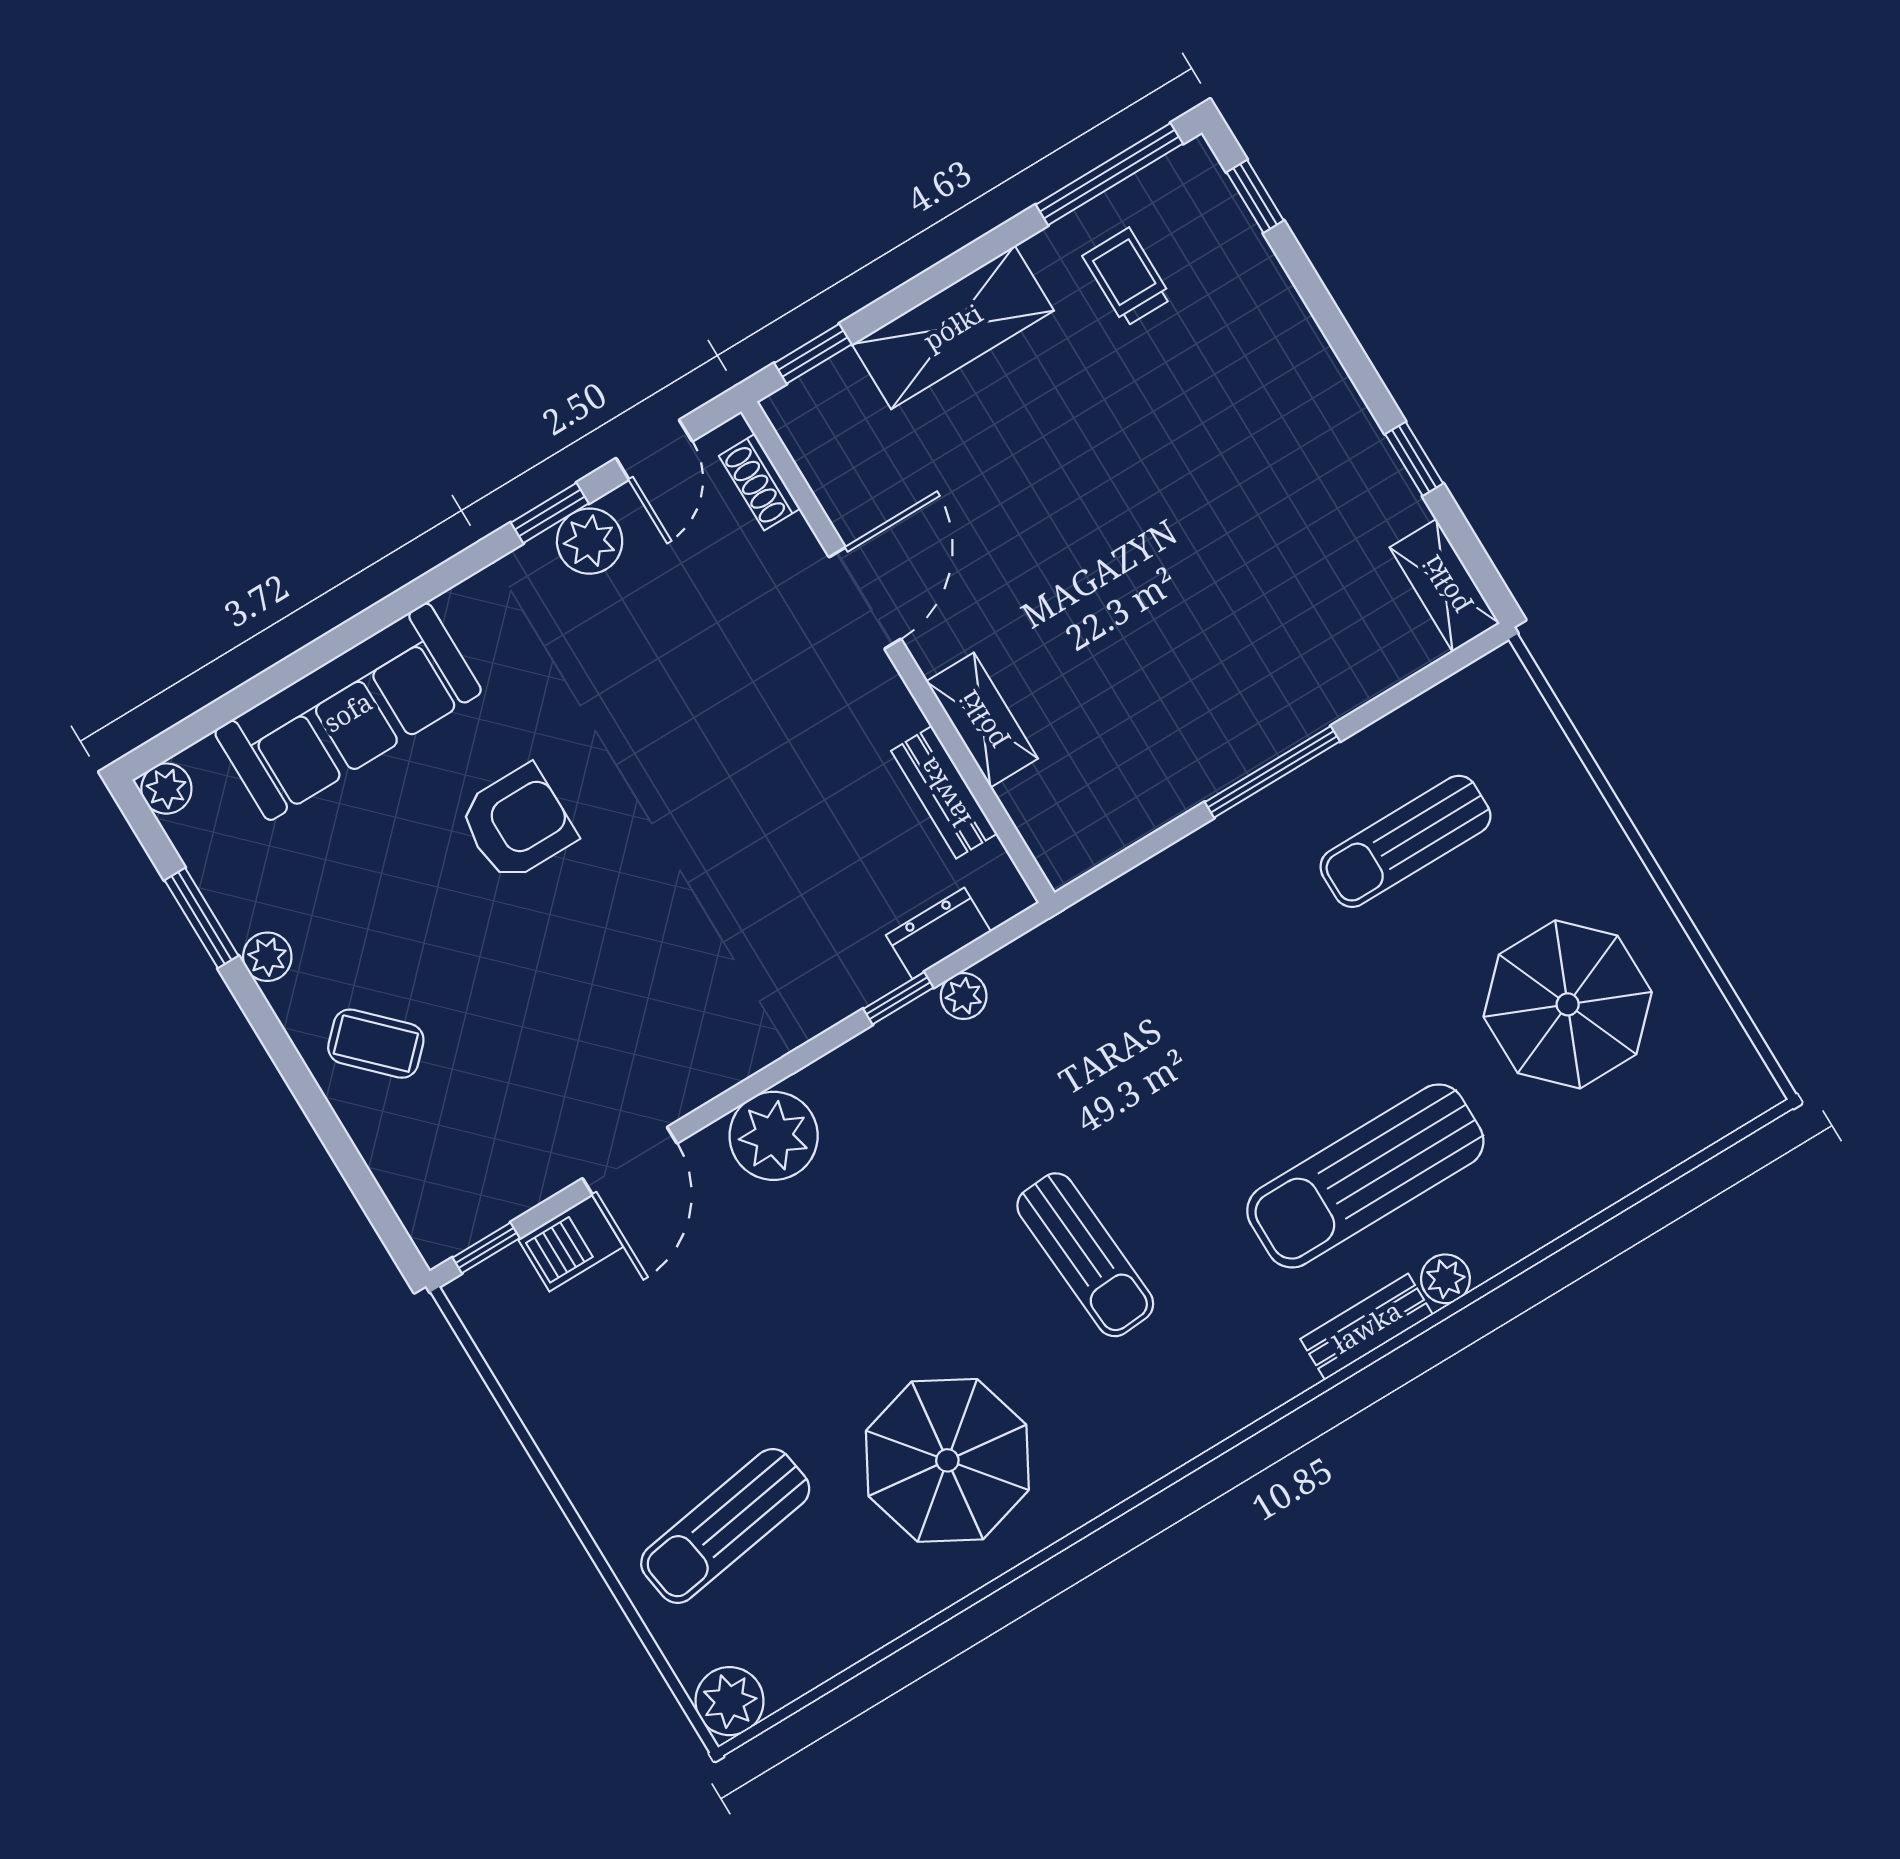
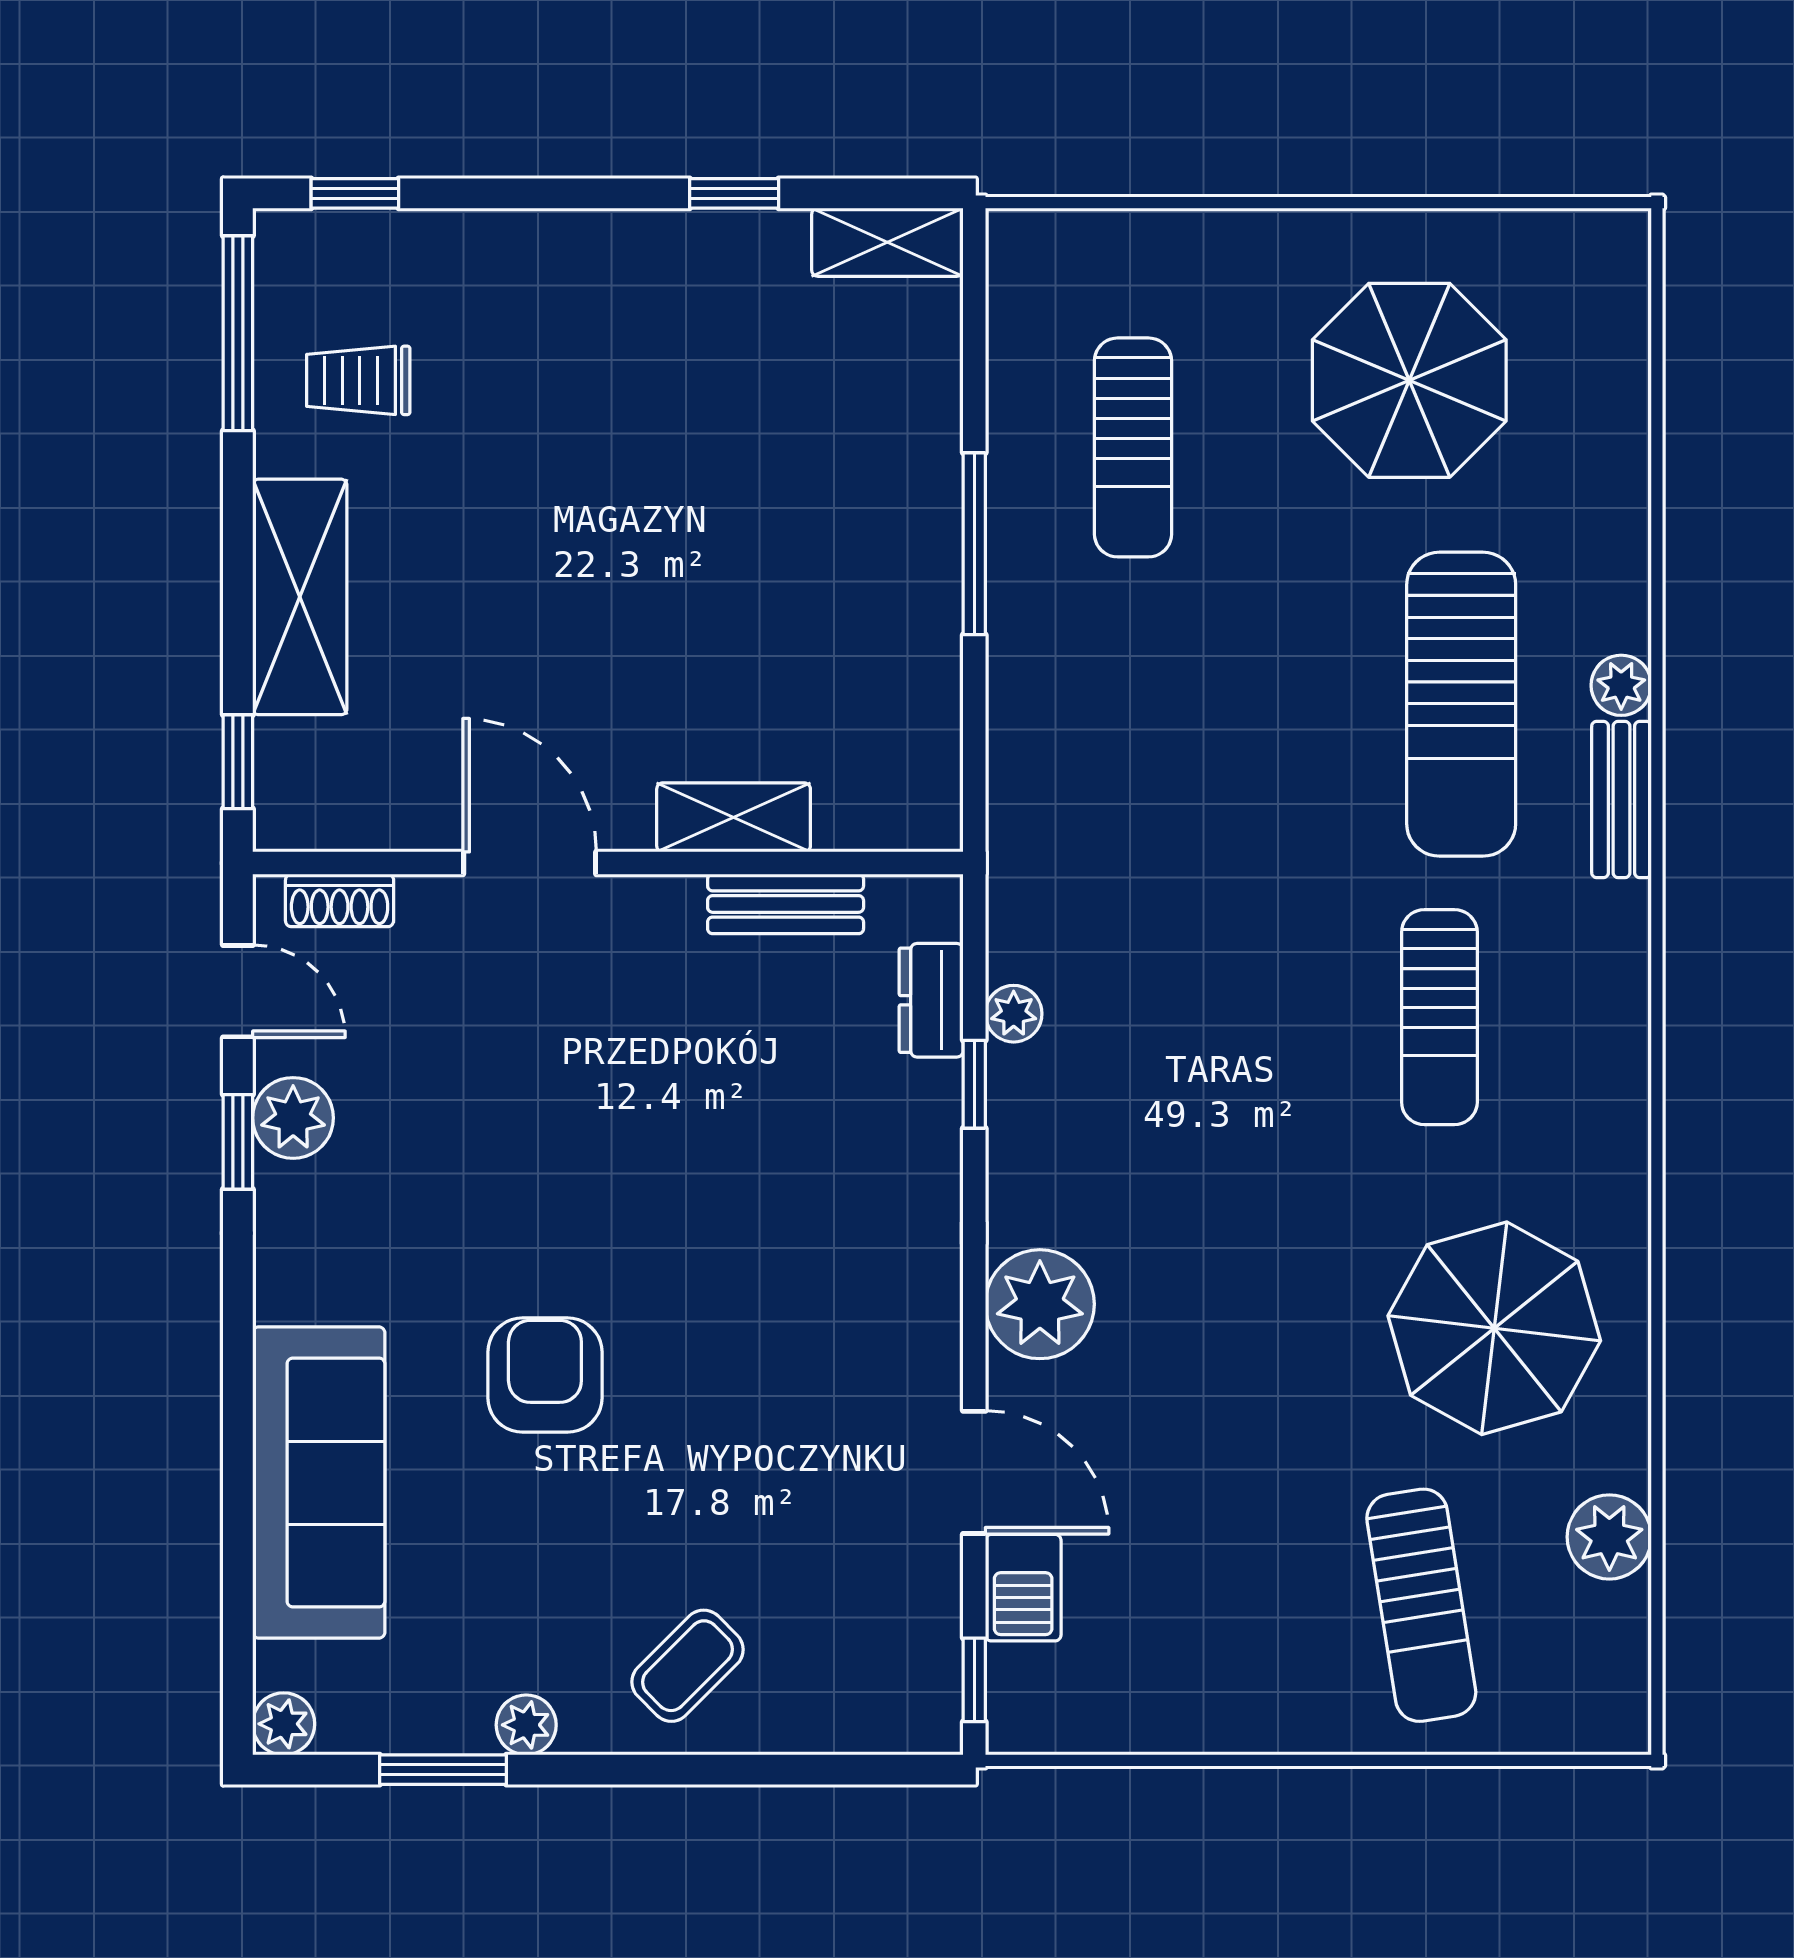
sun lounger: (1085, 1255) -> (1439, 1017), moved, turned 94
plant: (730, 1701) -> (1609, 1537), moved

